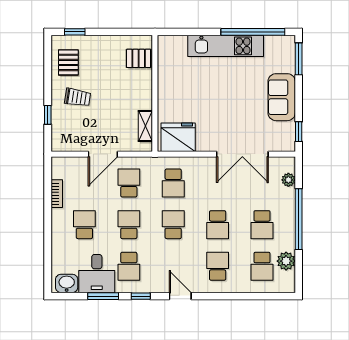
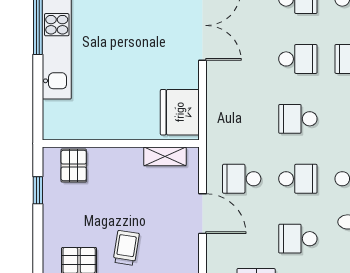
window: (75, 32) -> (38, 190), moved
school desk: (173, 183) -> (242, 119), removed
school desk: (129, 225) -> (298, 179), turned 180

